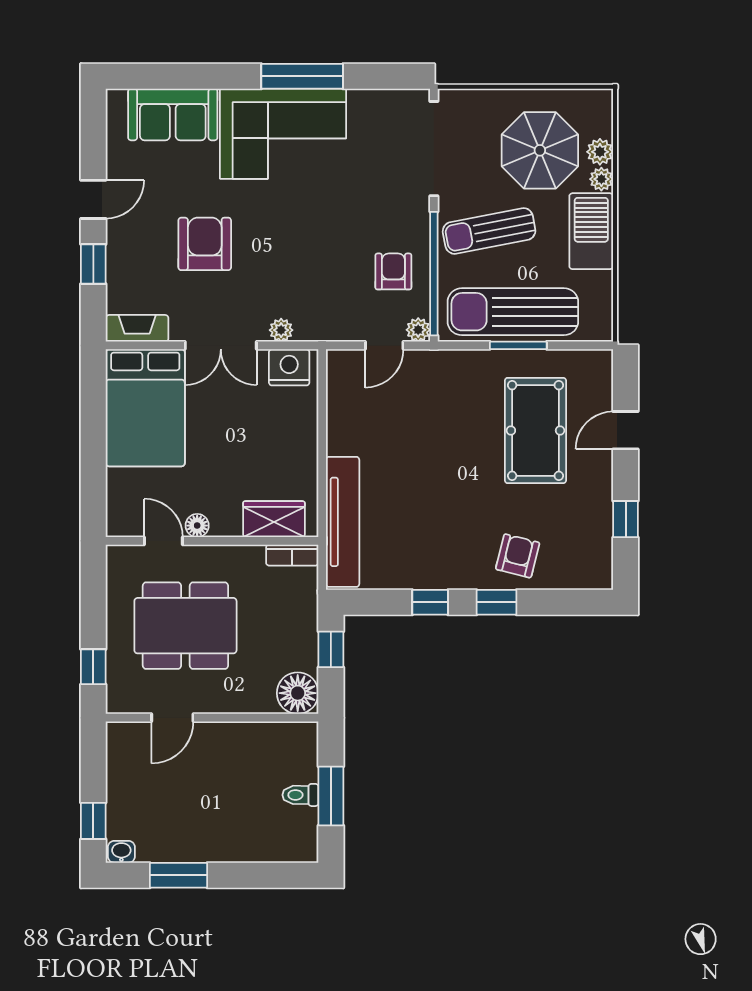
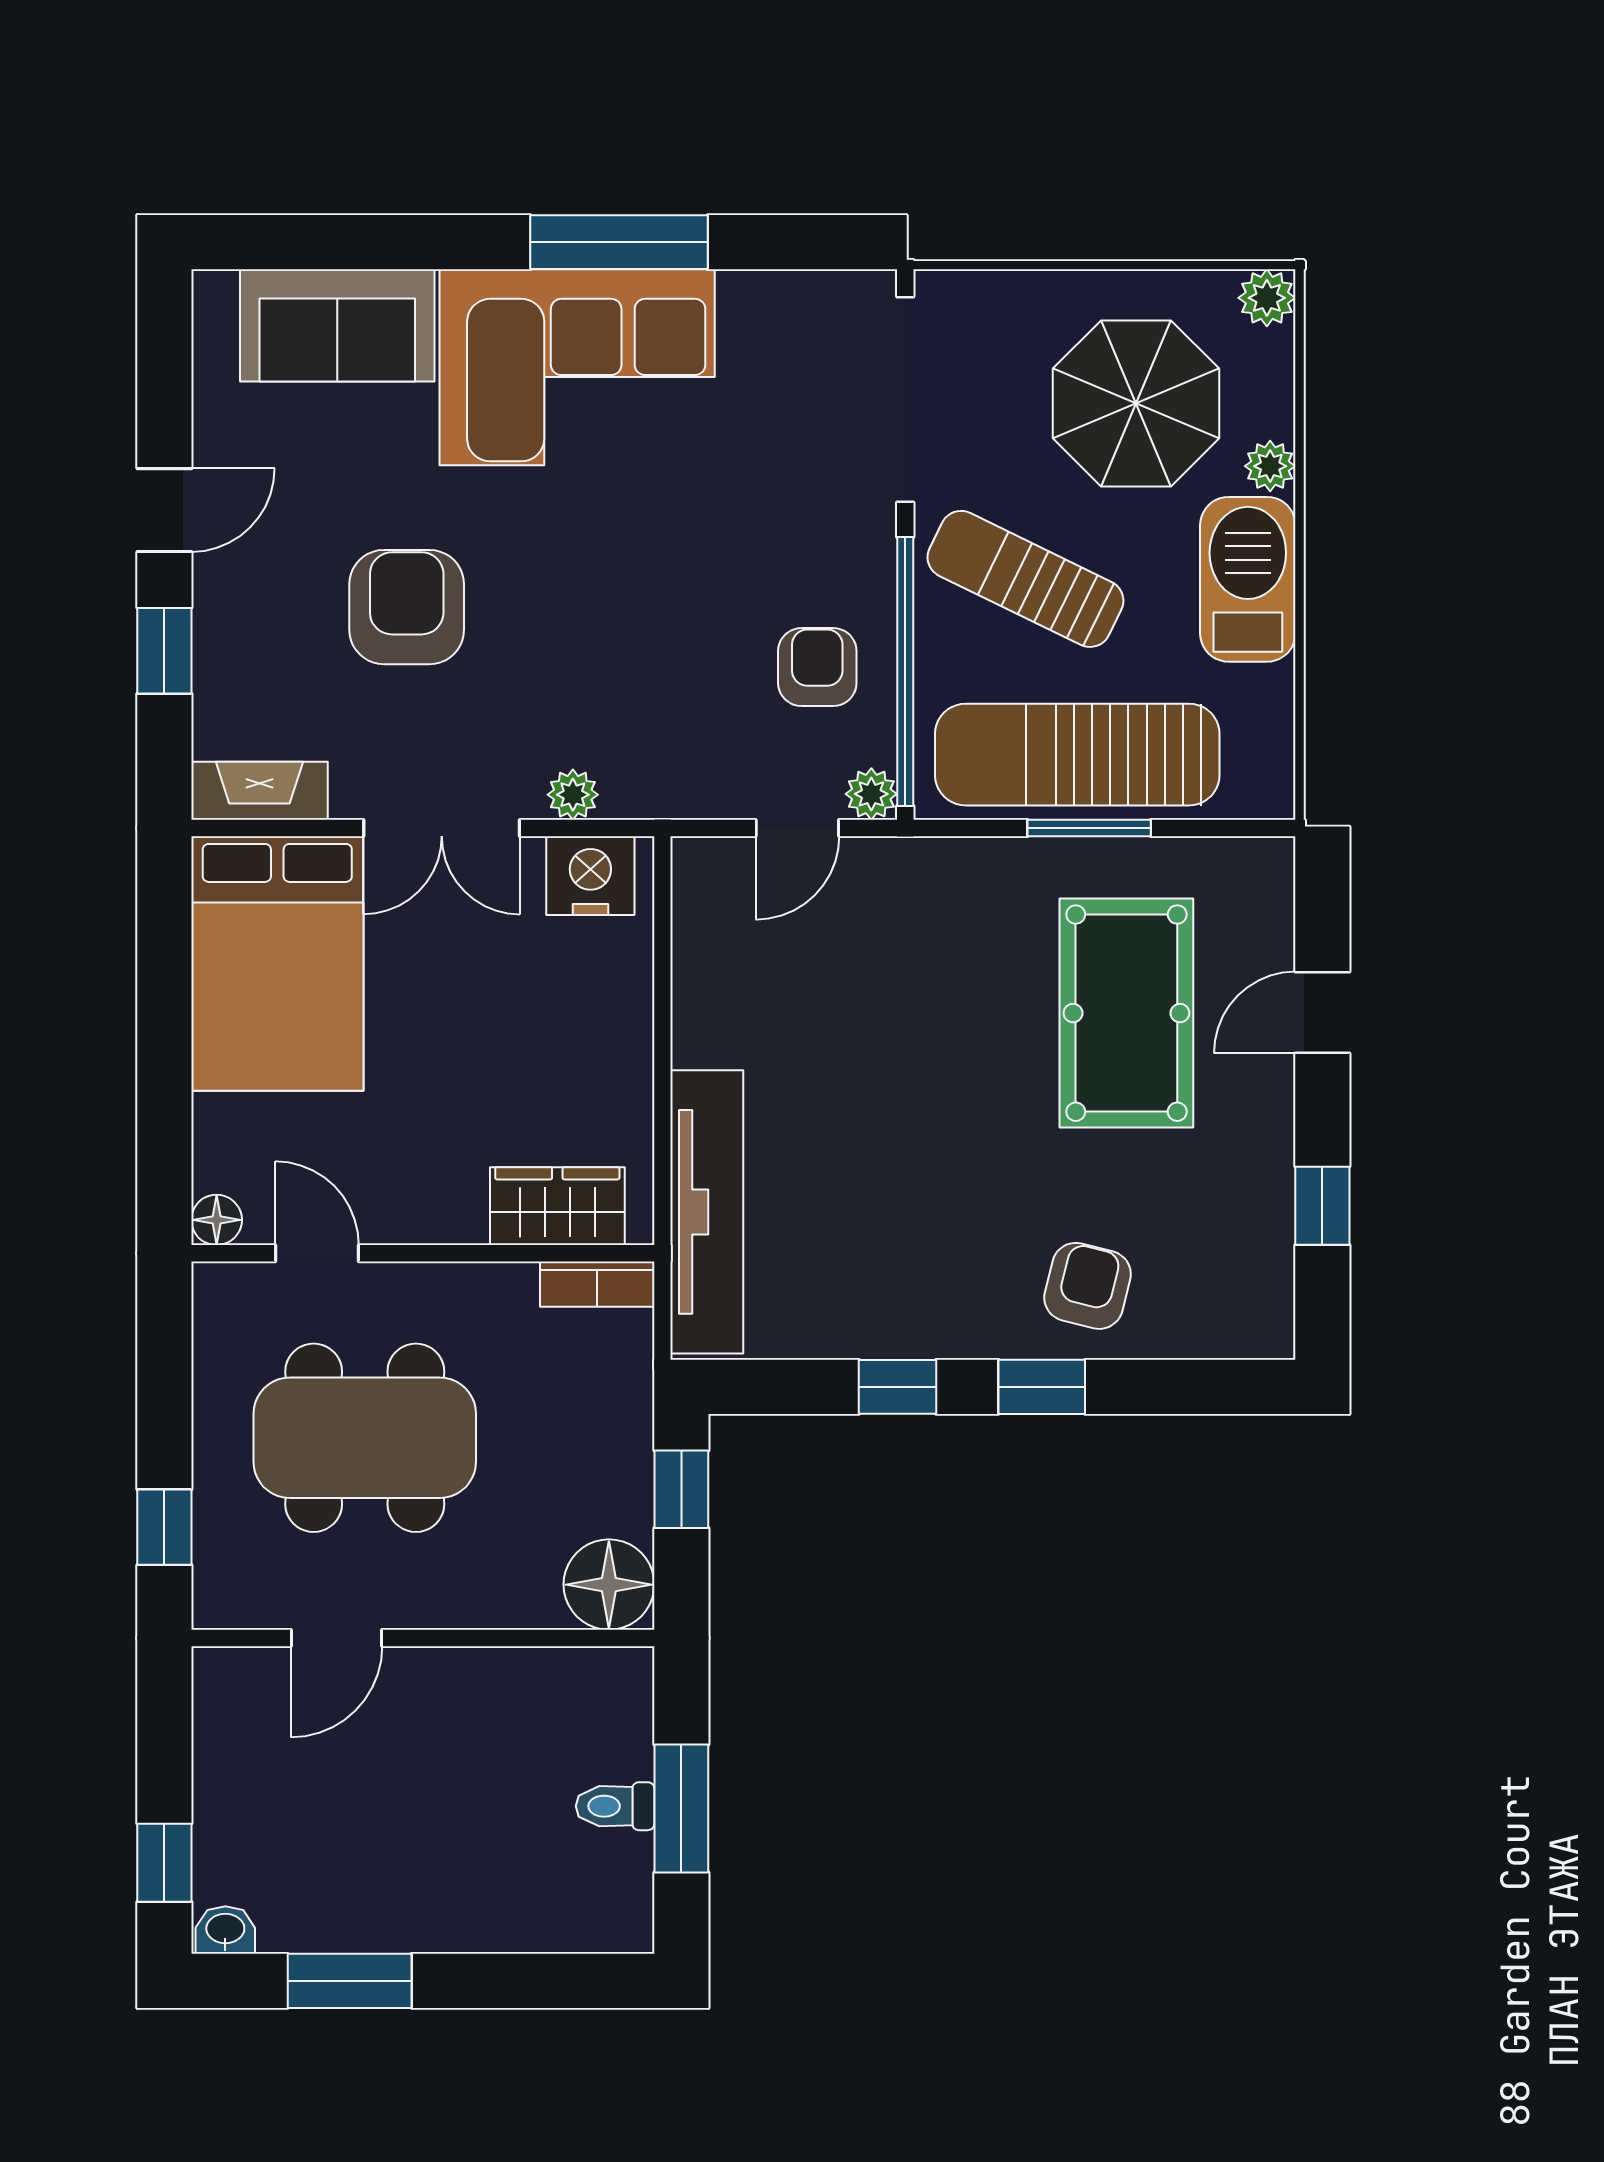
plant: (600, 152) -> (1267, 298), moved
sun lounger: (489, 231) -> (1025, 579), turned 37
floor lamp: (197, 526) -> (217, 1220), moved

